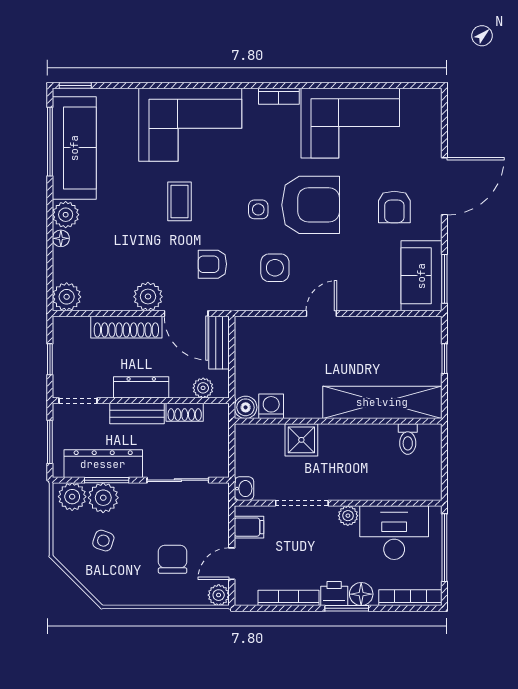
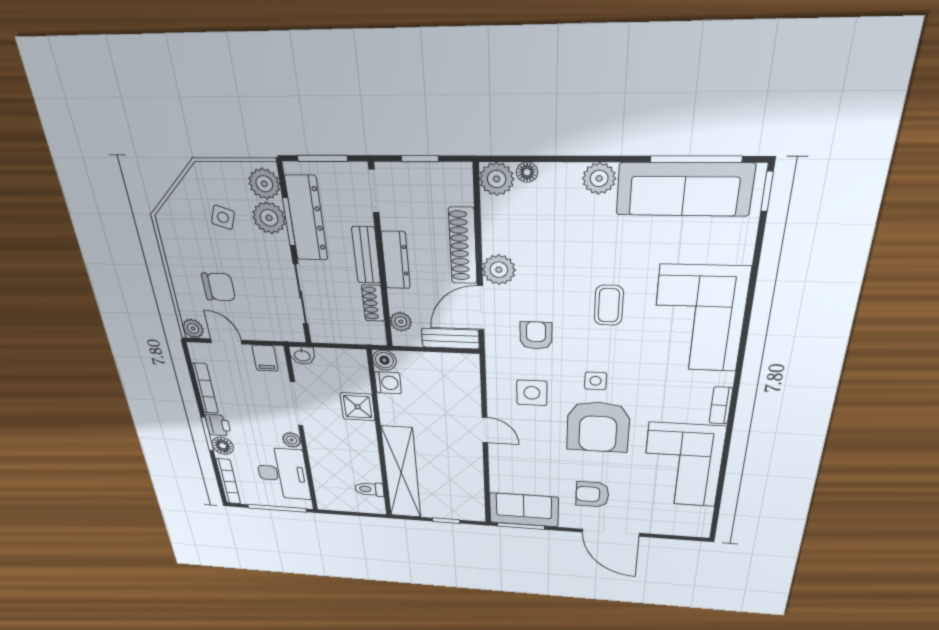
coffee table: (180, 201) -> (609, 305), turned 90
floor lamp: (61, 238) -> (527, 172), moved

